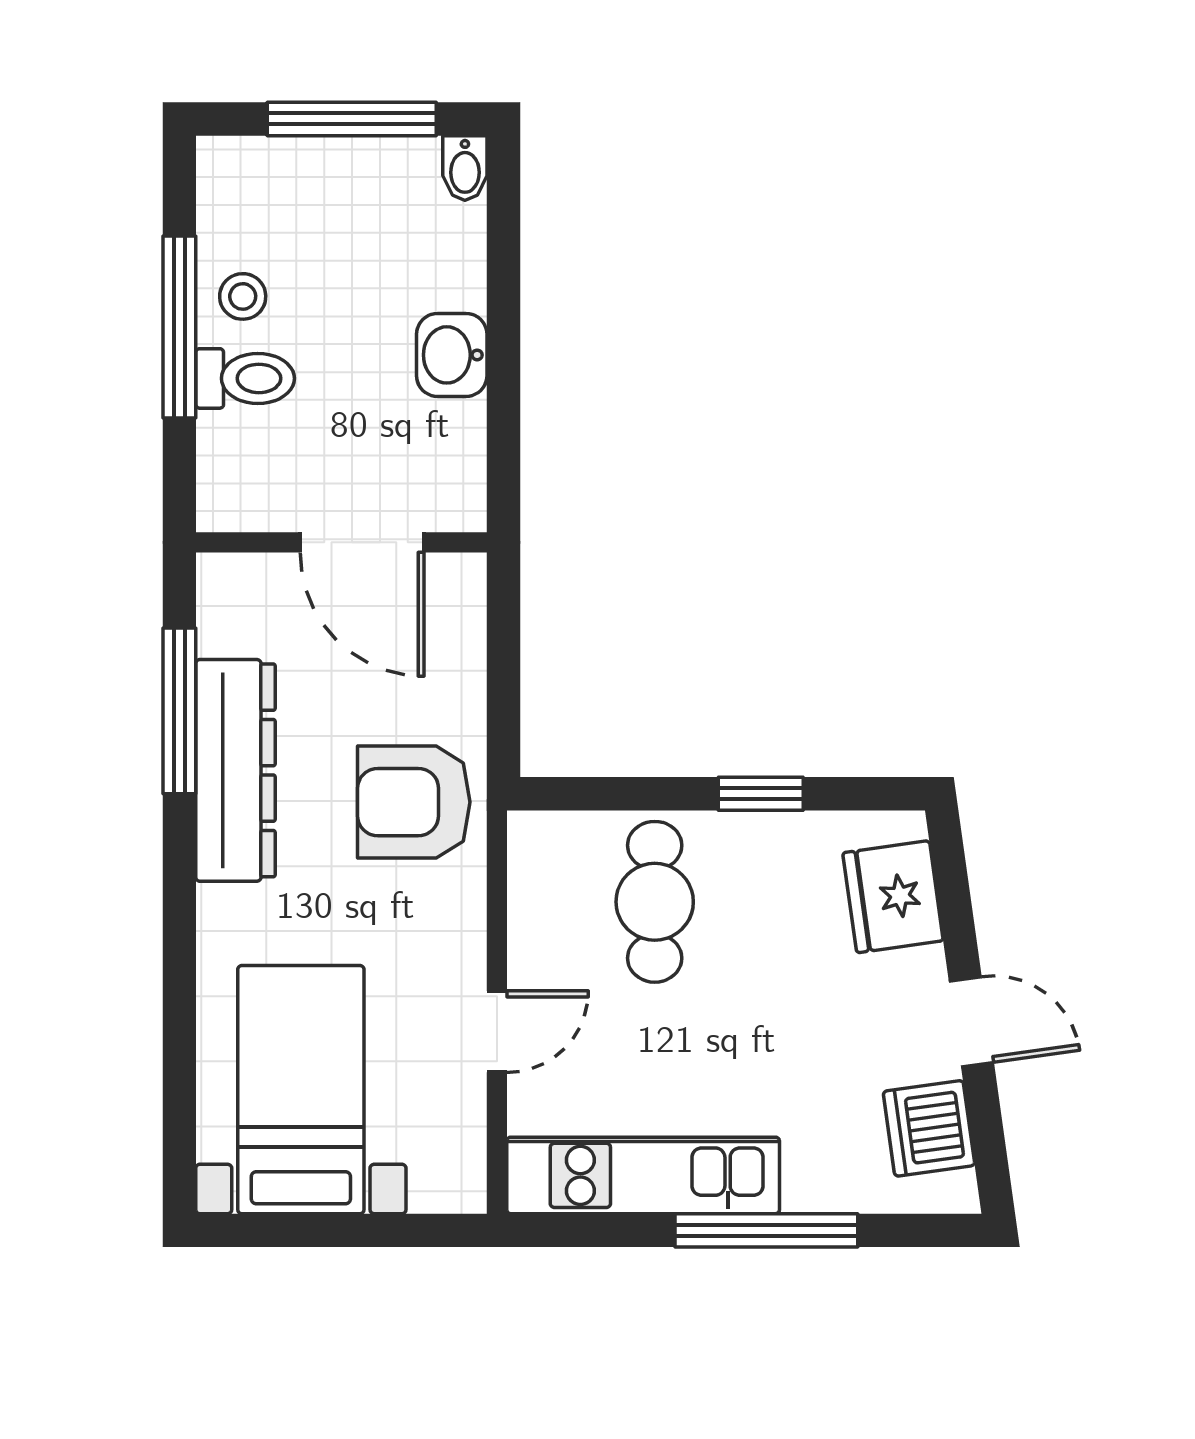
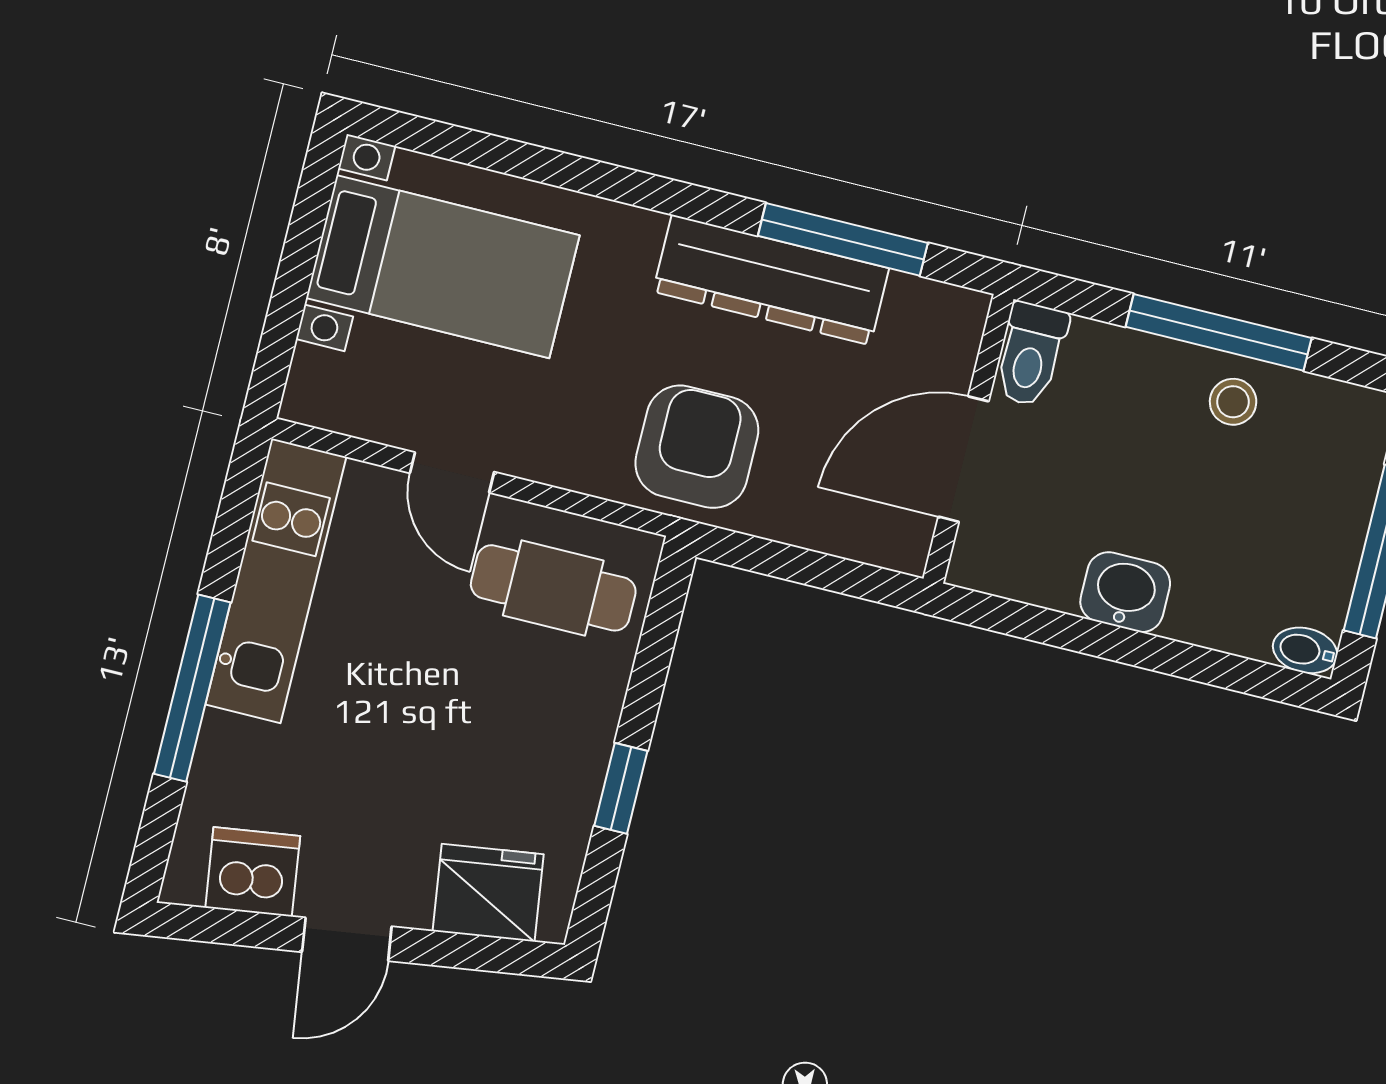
toilet: (245, 378) -> (1031, 354), moved
cafe table: (655, 902) -> (553, 588), moved

